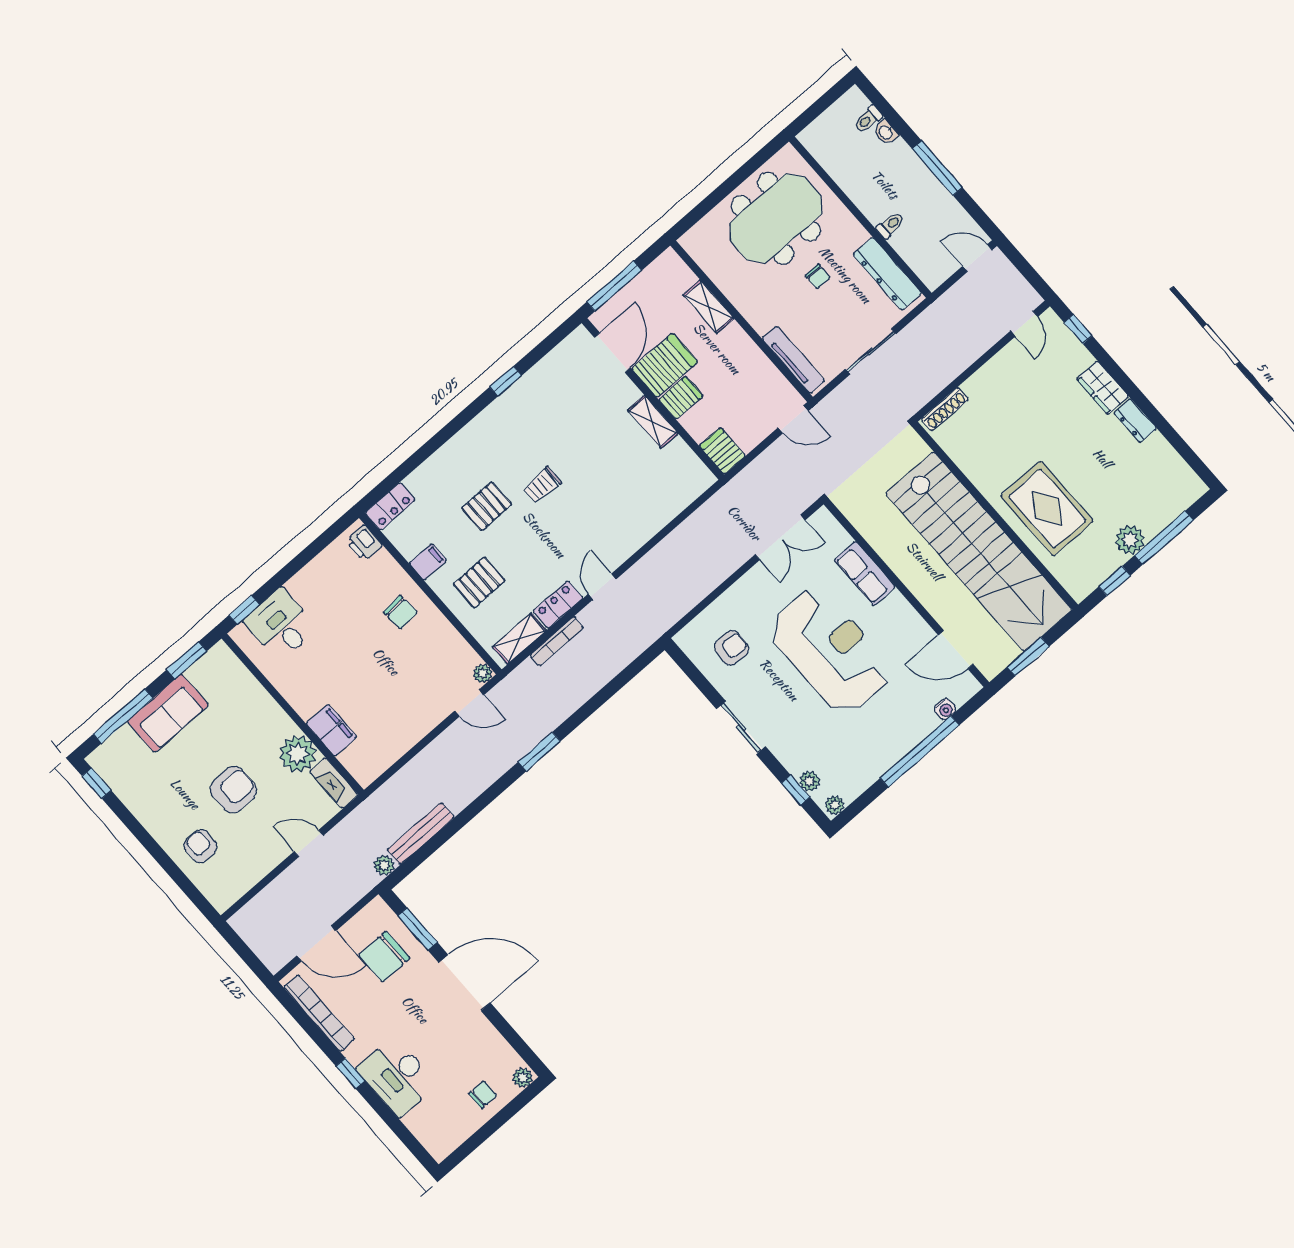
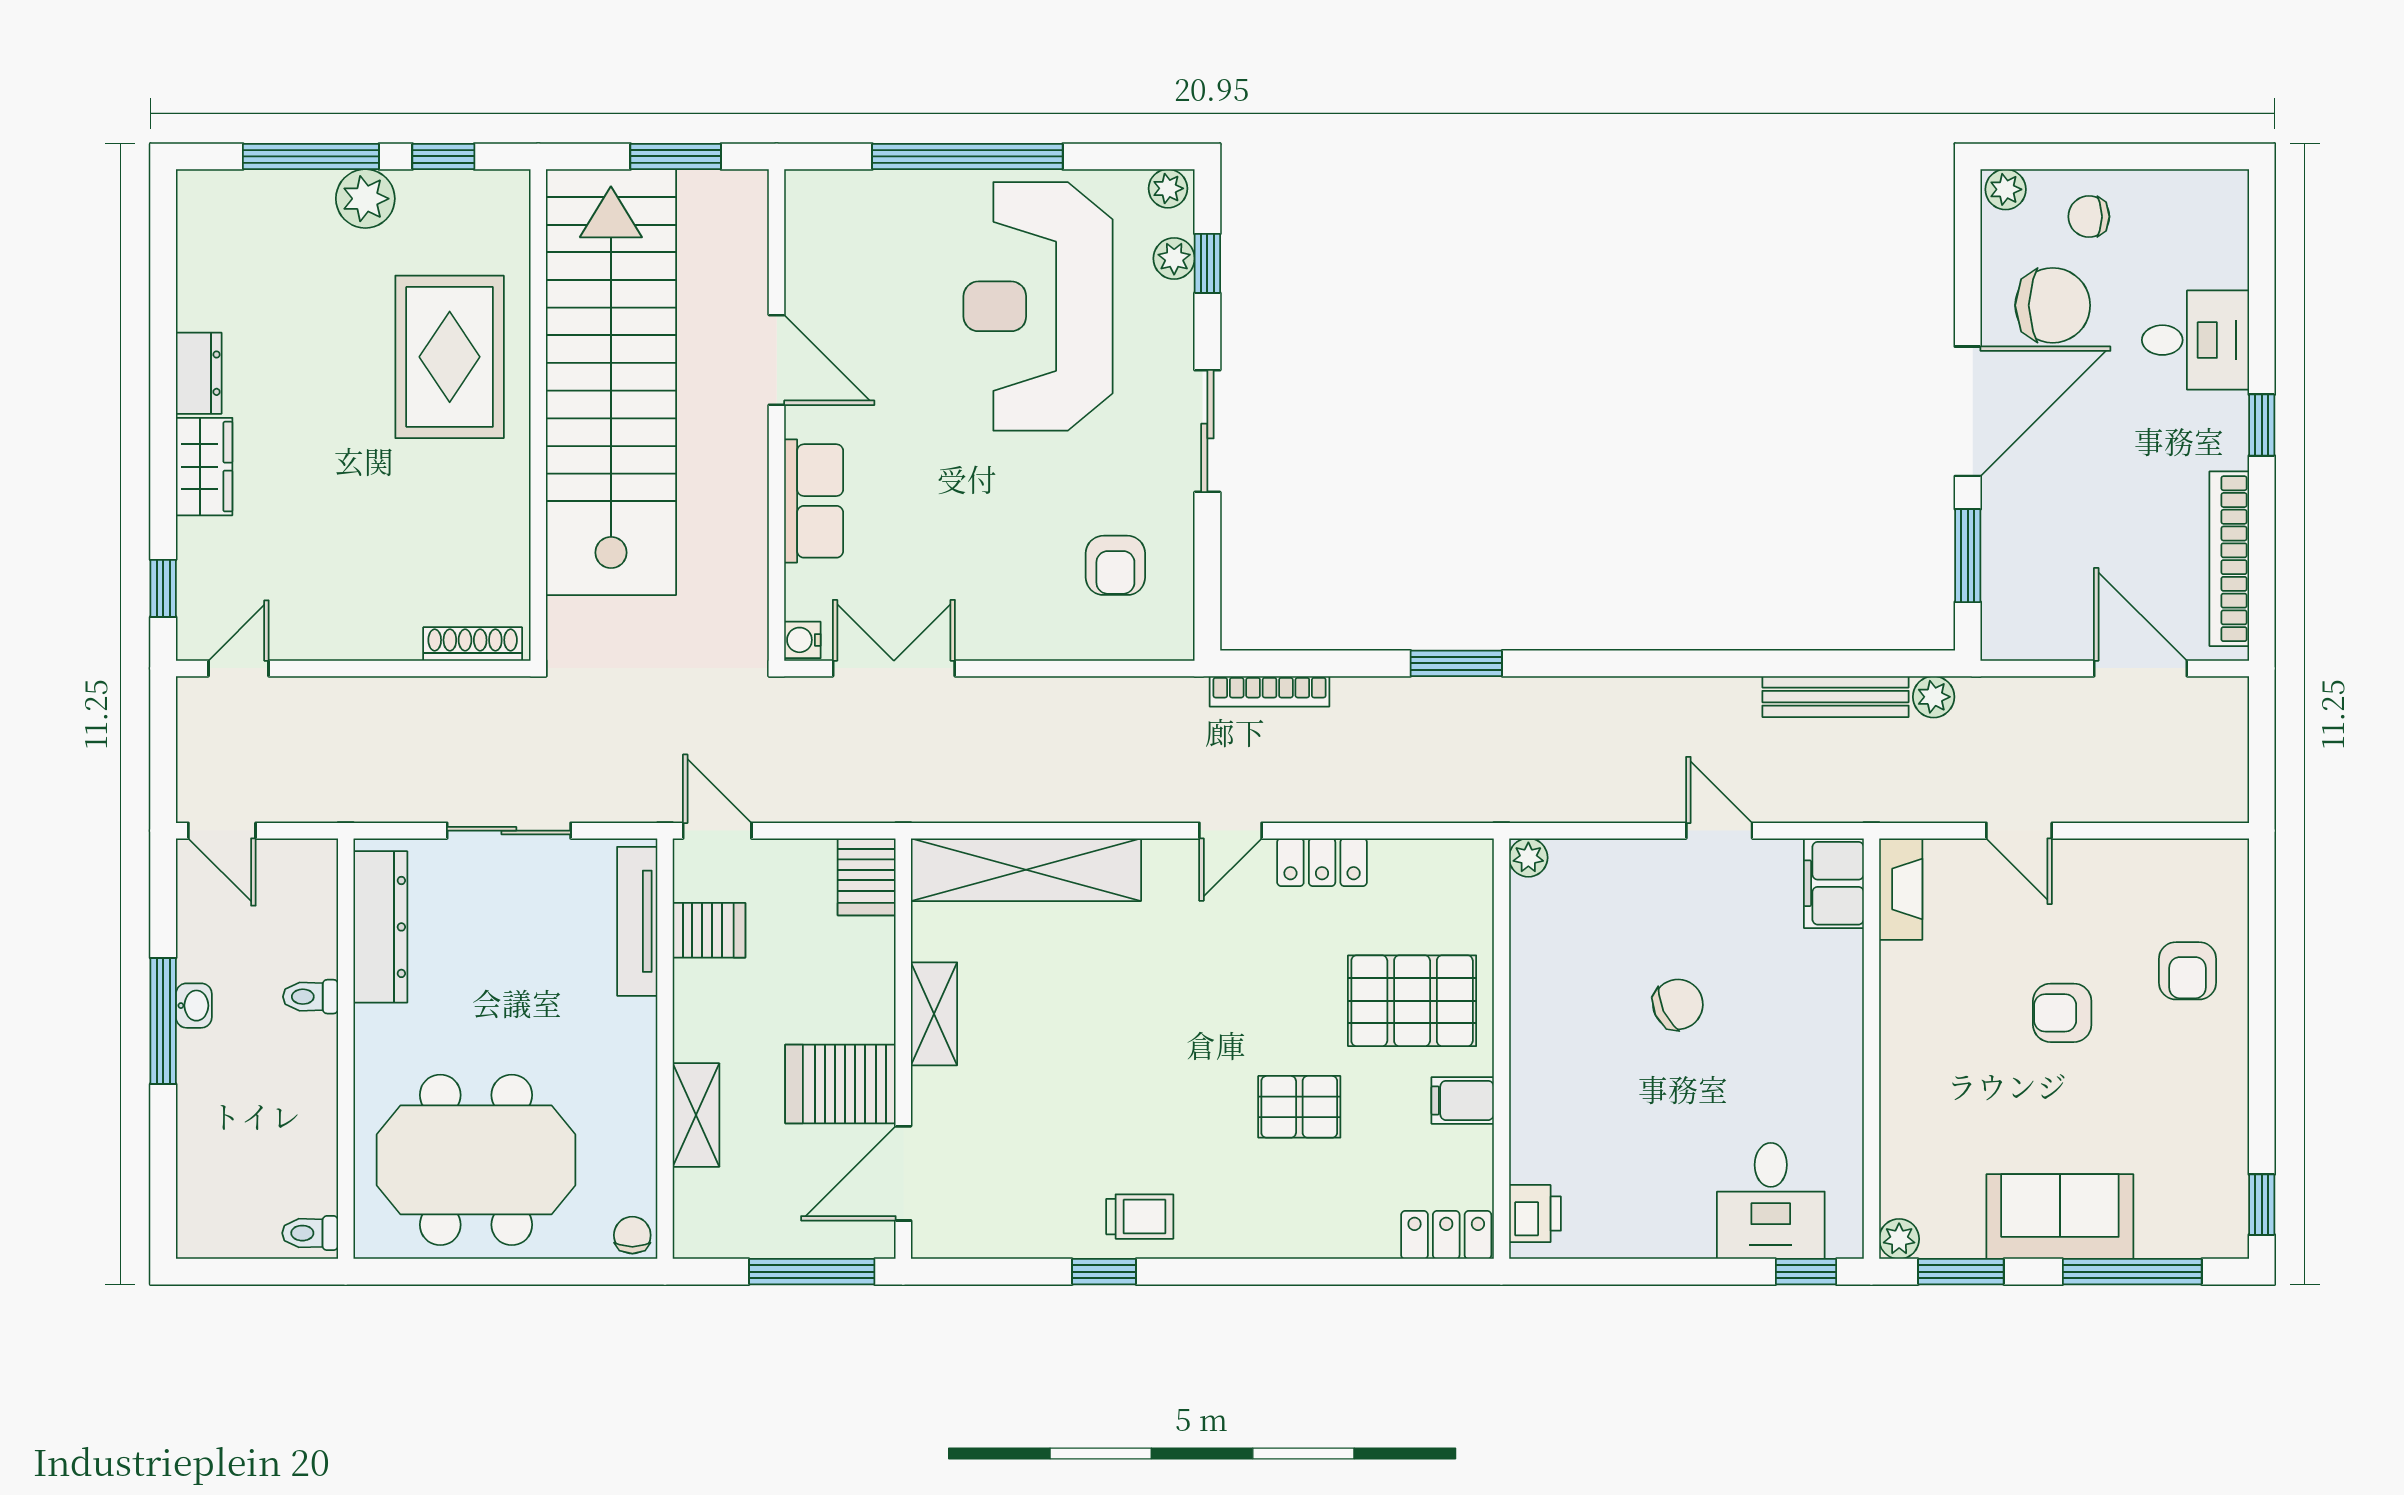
toilet: (868, 119) -> (310, 1233), moved, turned 180
washbasin: (886, 132) -> (194, 1006), moved
chair: (818, 276) -> (632, 1235), moved
server rack: (681, 398) -> (709, 930), moved, turned 180
trolley: (542, 485) -> (1140, 1217), moved
pallet: (479, 582) -> (1412, 1001), width x1.50, depth x1.42
chair: (400, 612) -> (1678, 1004), moved, turned 69
shelving: (519, 639) -> (1026, 870), moved, width x2.20, depth x1.33
bookcase: (557, 641) -> (1270, 691), moved, turned 180
armchair: (731, 648) -> (1115, 565), turned -93
door: (956, 650) -> (777, 360), moved
reception desk: (830, 651) -> (1038, 306), moved
door: (469, 703) -> (1719, 831), moved
water cooler: (945, 709) -> (802, 640), moved, turned -90
filing cabinet: (331, 730) -> (1834, 883), moved
window: (539, 752) -> (1456, 663), moved
plant: (298, 754) -> (1899, 1239), moved, width x0.53, depth x0.53
armchair: (233, 790) -> (2062, 1013), width x0.72, depth x0.72
chair: (384, 957) -> (2053, 305), moved
door: (464, 983) -> (1968, 411), swing flipped
desk: (397, 1077) -> (2196, 340), width x0.73

